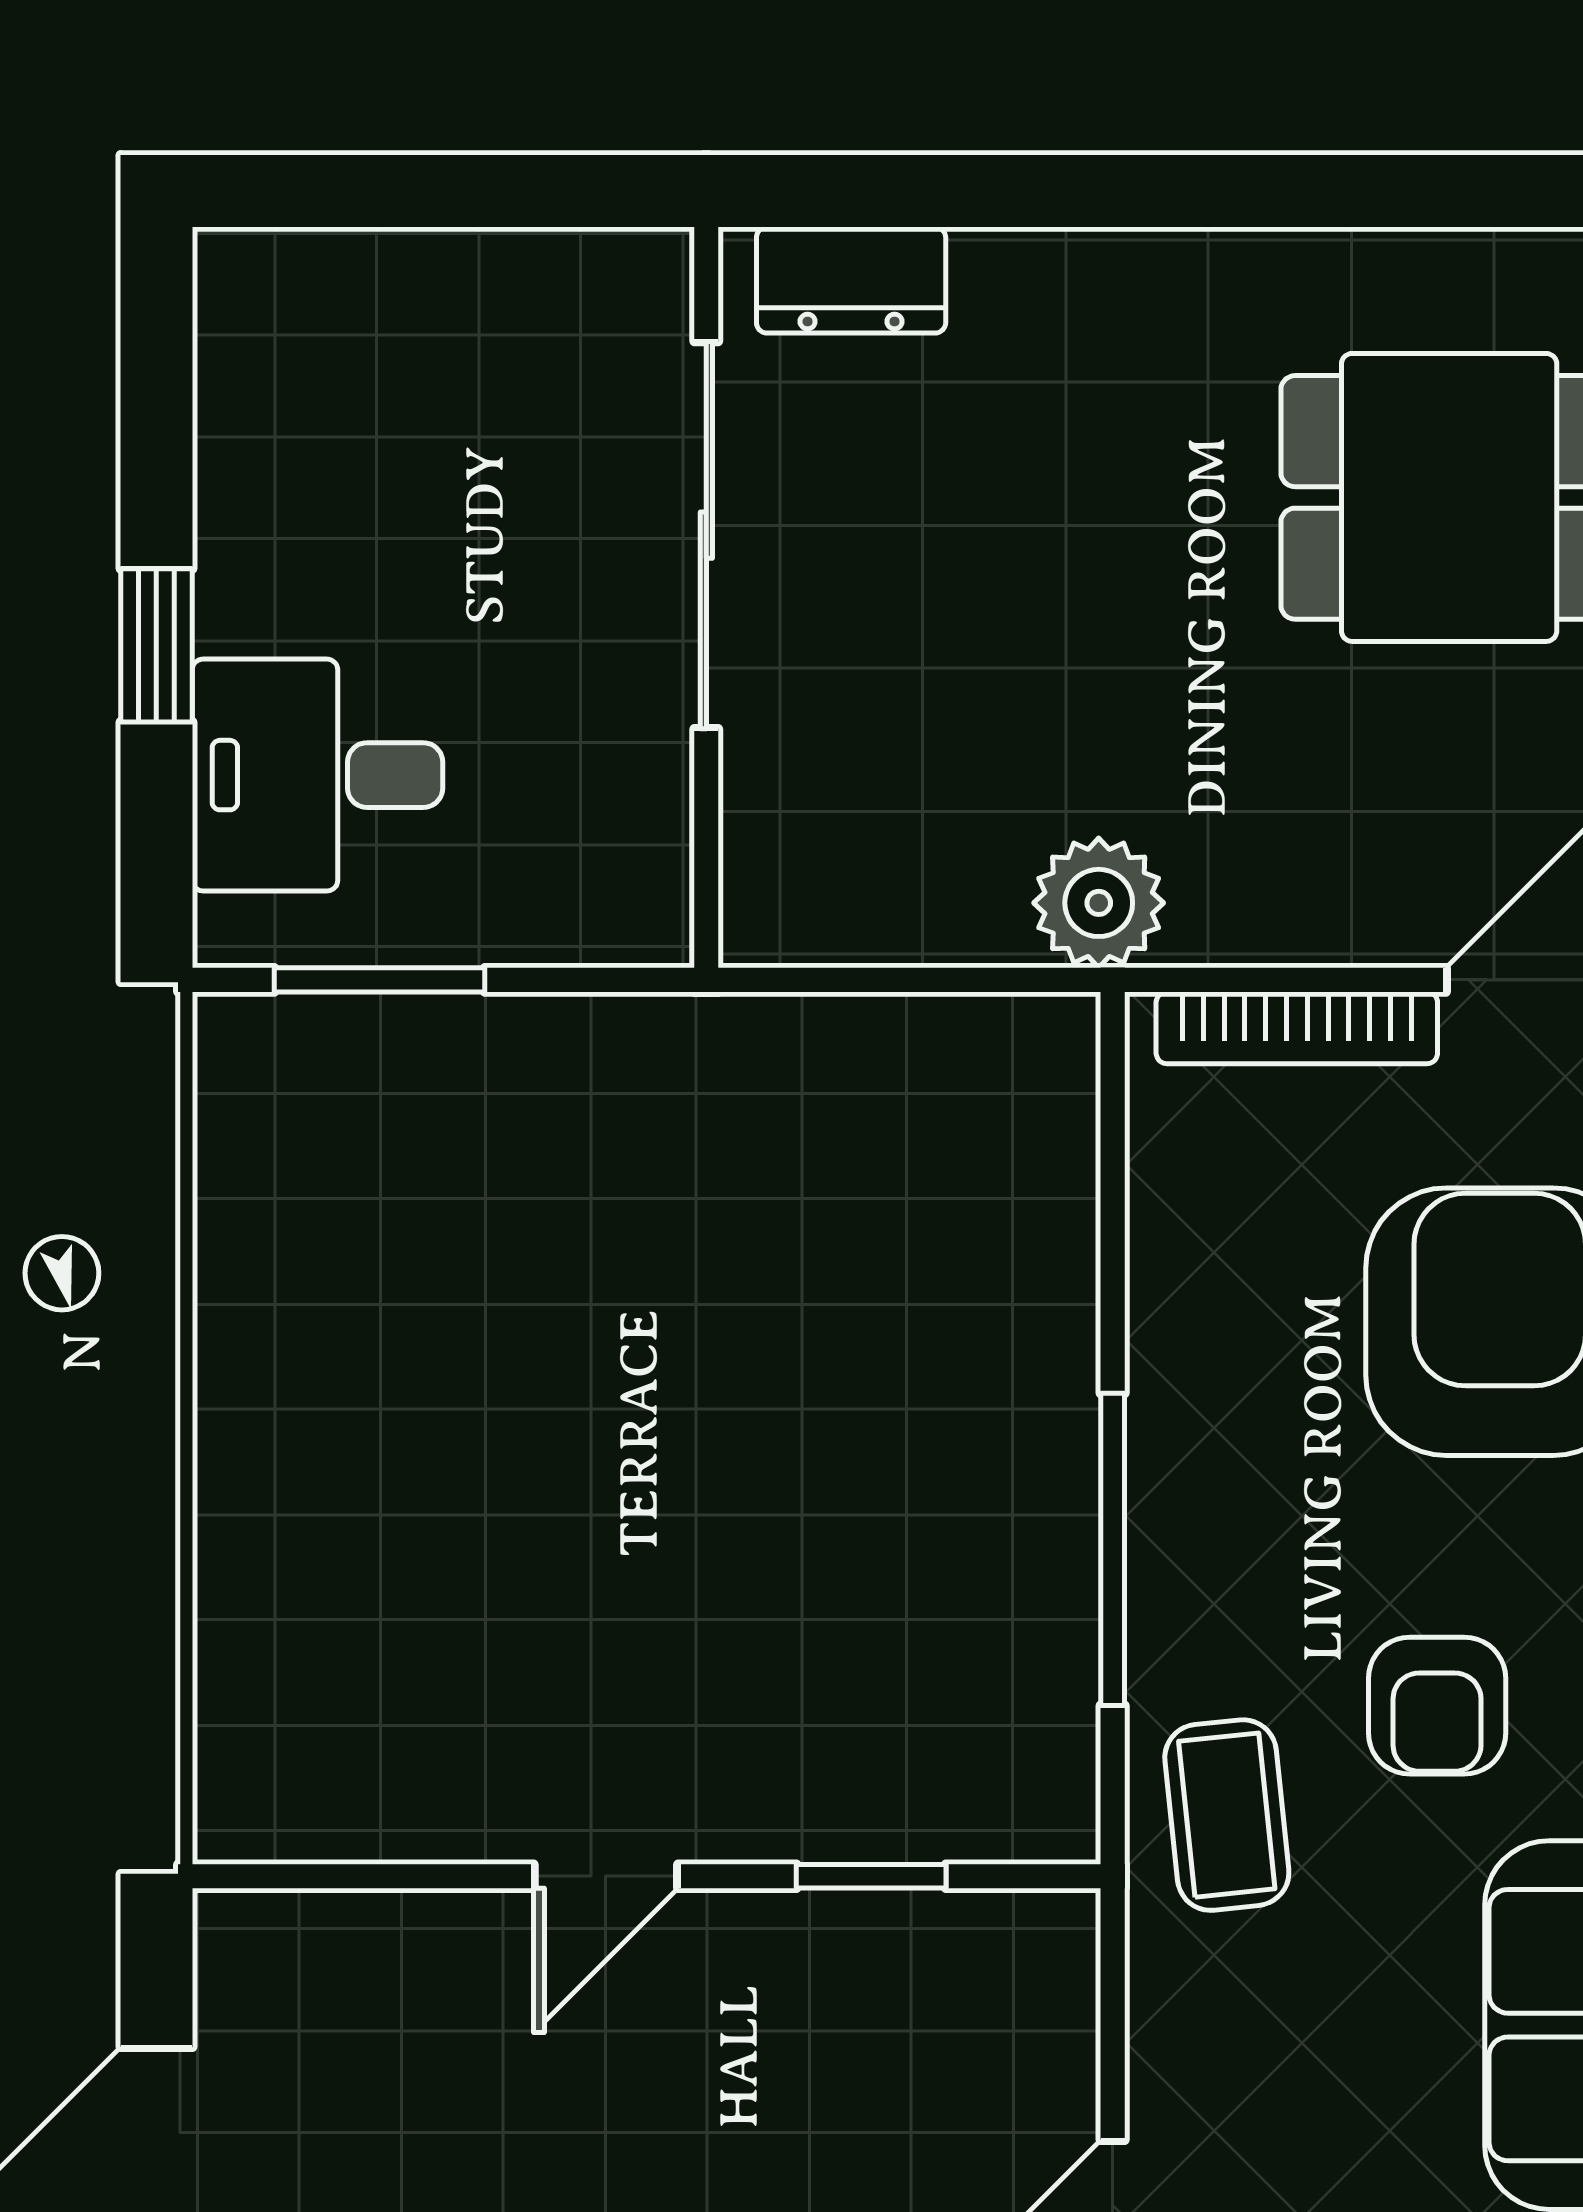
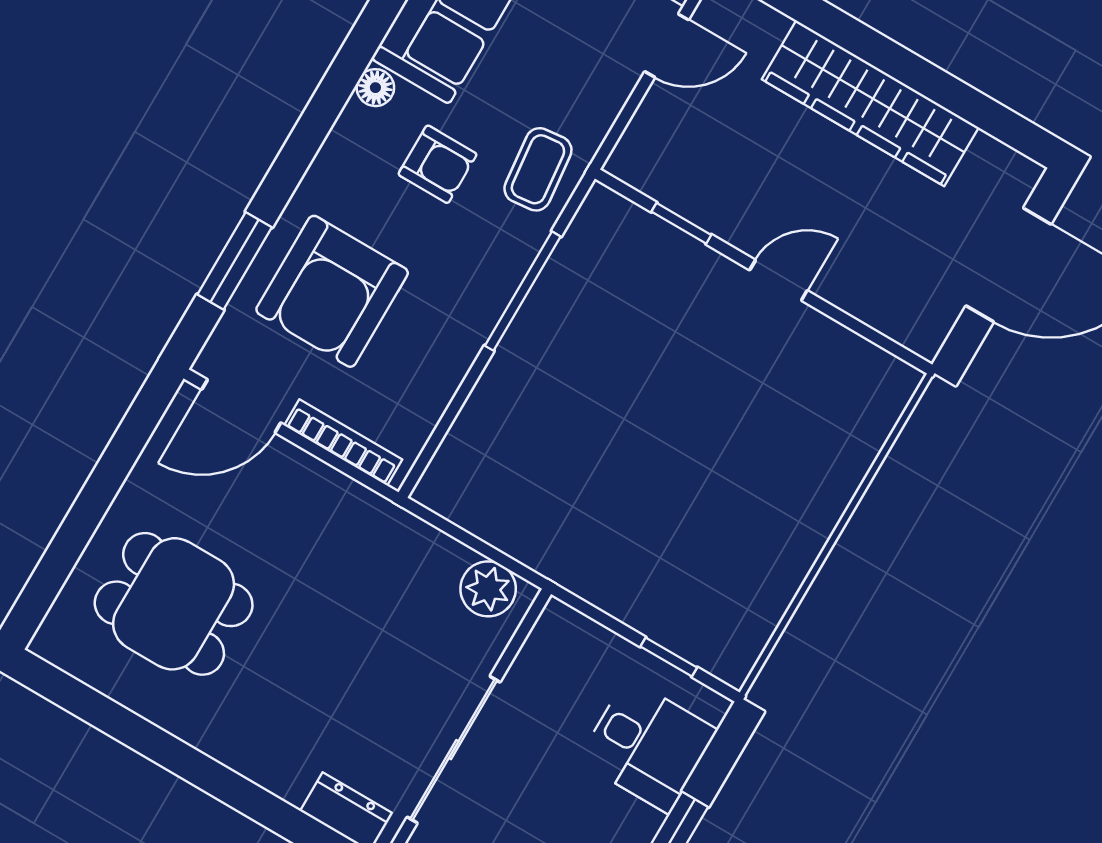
plant: (1099, 903) -> (488, 589), moved
window: (379, 980) -> (669, 657), width x0.67
armchair: (1437, 1706) -> (438, 164), turned 90

